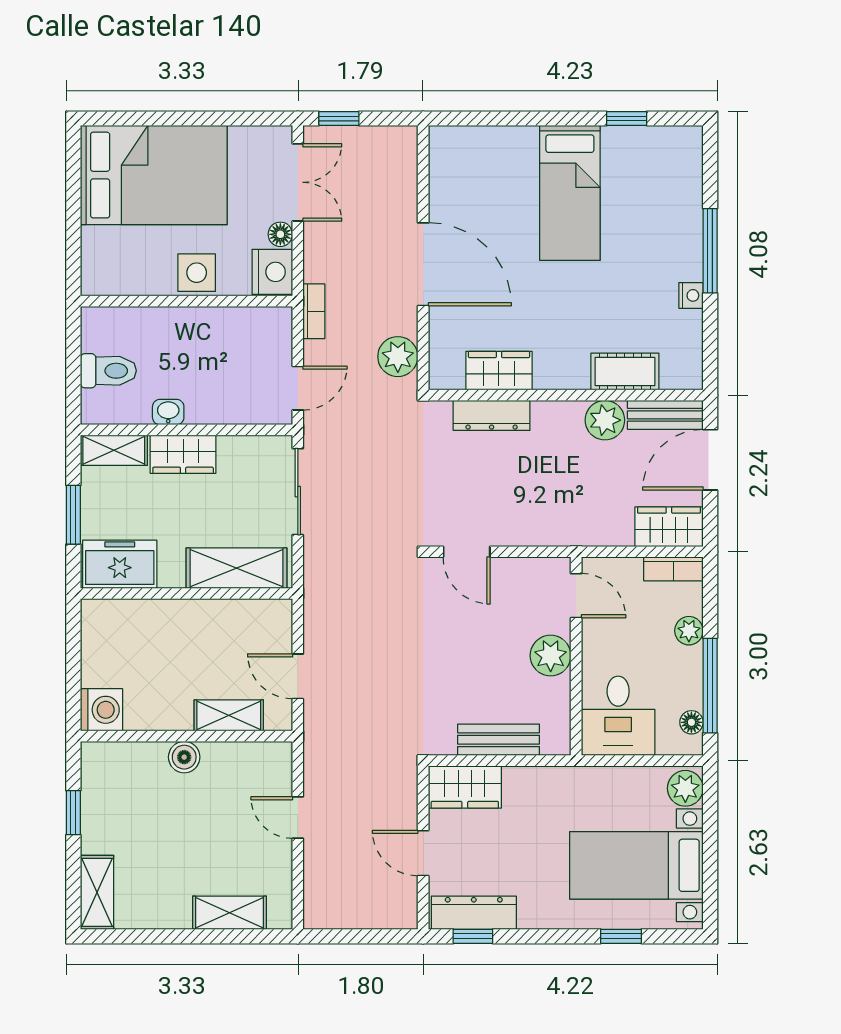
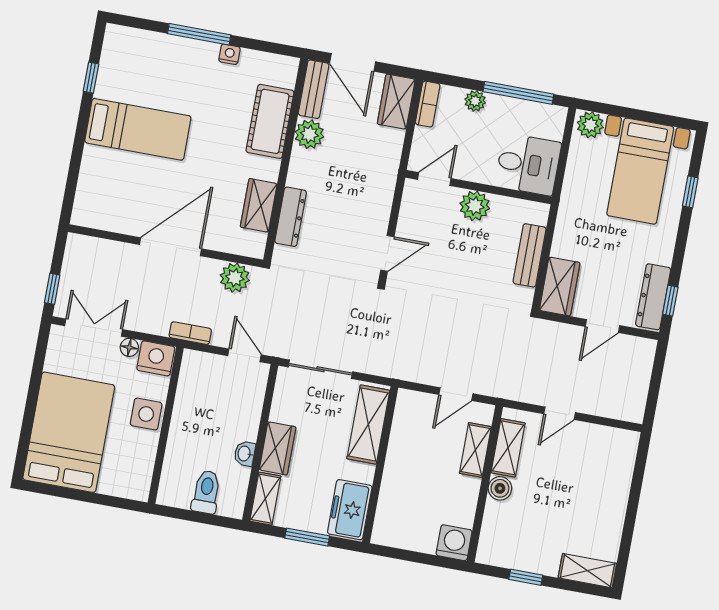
cot: (625, 371) -> (270, 121), width x1.37, depth x1.34
floor lamp: (691, 722) -> (543, 111), removed
shelving: (230, 913) -> (508, 448), moved

